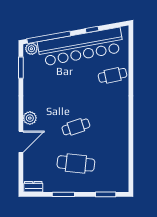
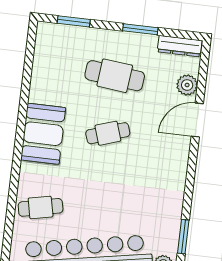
plant: (30, 118) -> (187, 85), moved
booth: (116, 122) -> (43, 134), added
dresser: (33, 187) -> (180, 46), width x1.44

